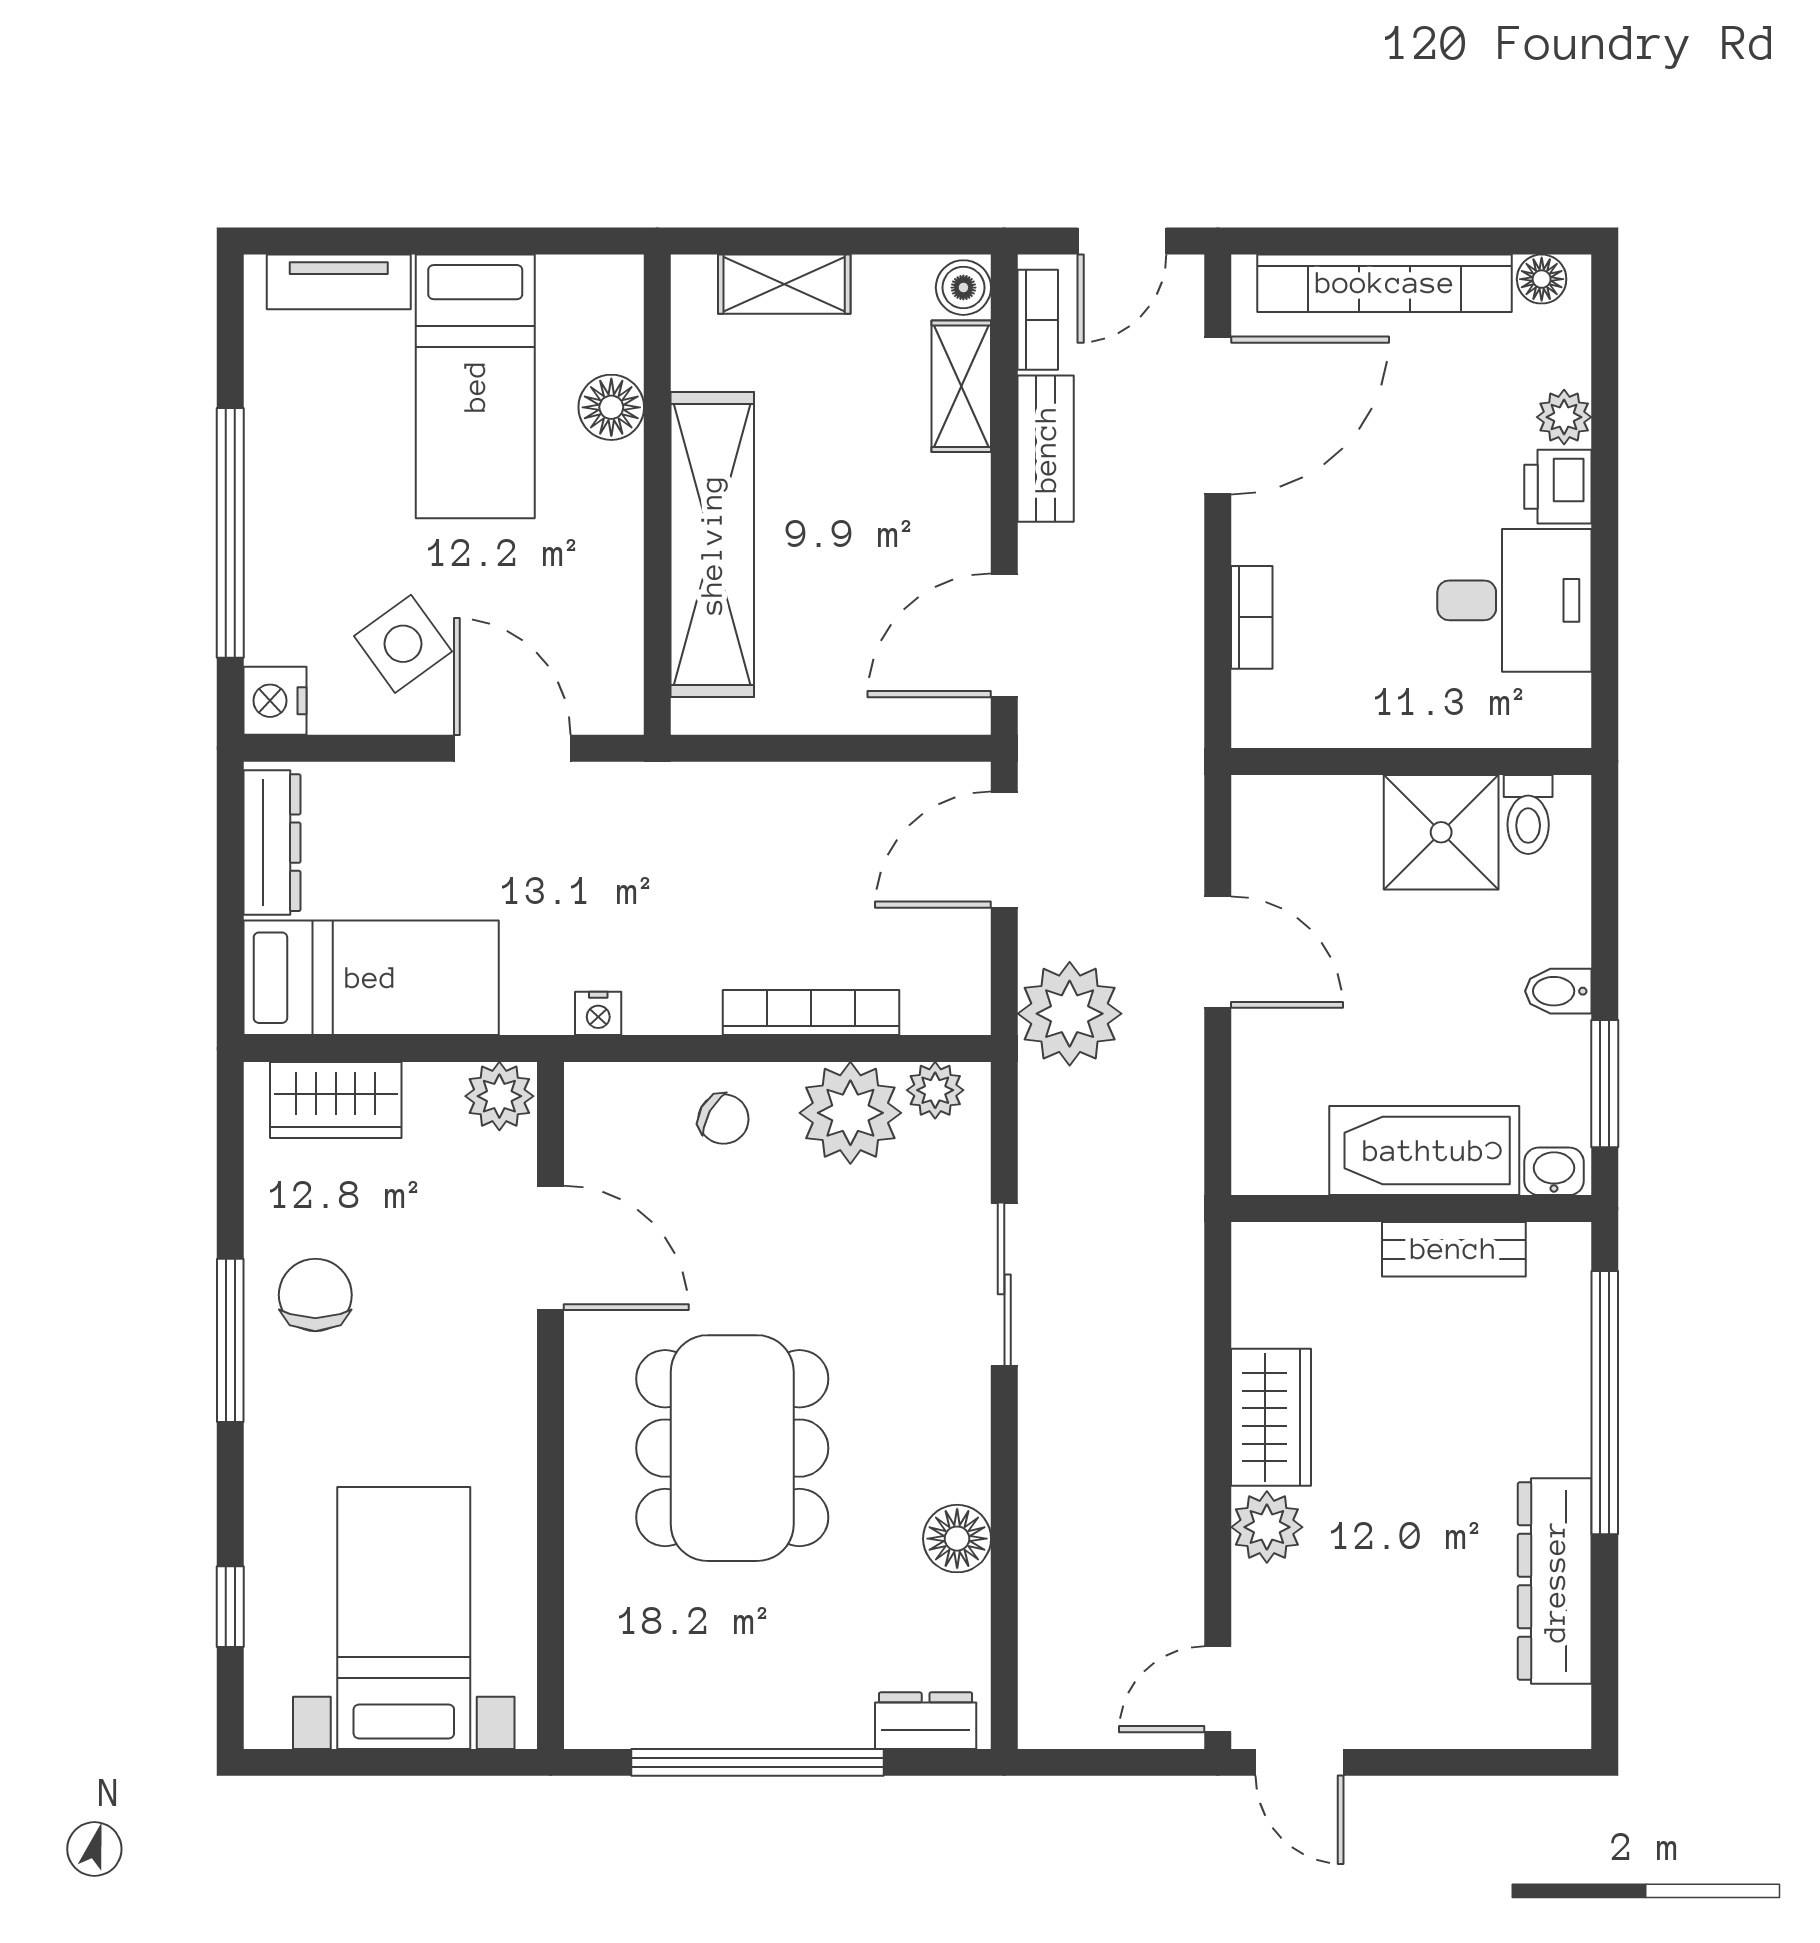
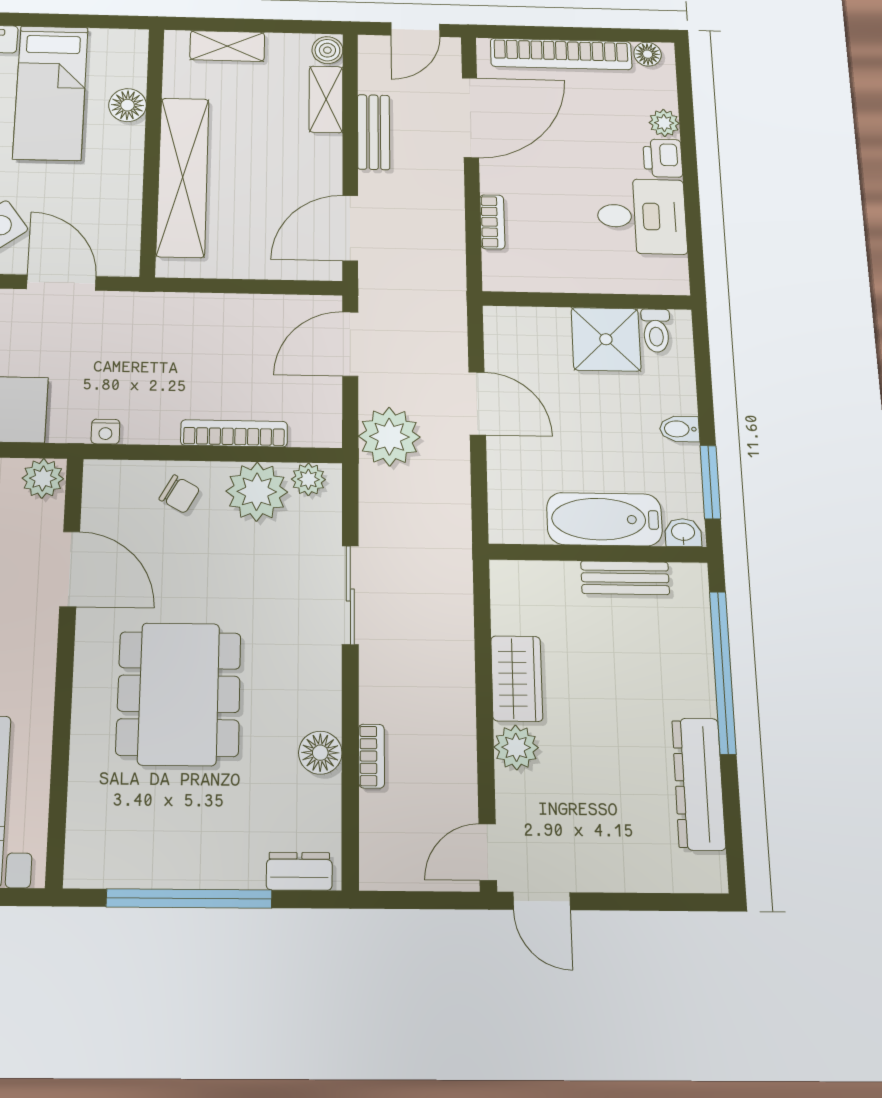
bookcase: (1038, 320) -> (371, 756), moved

